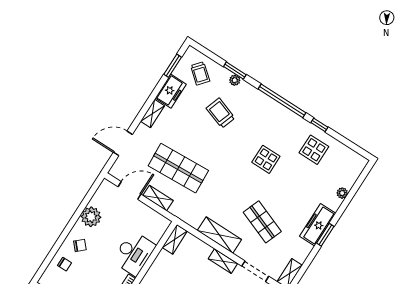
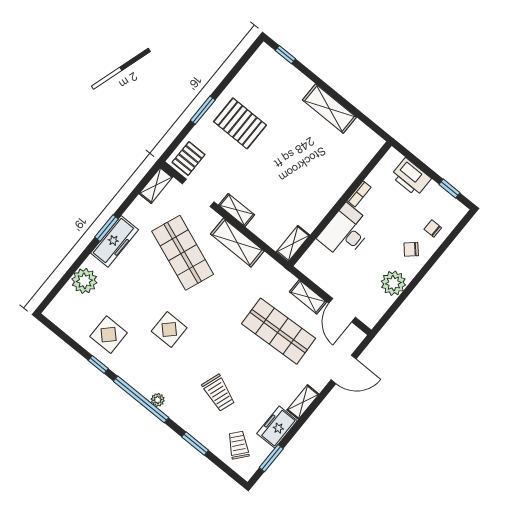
plant: (235, 80) -> (158, 400), moved
door: (129, 191) -> (342, 310), hinge flipped
plant: (342, 193) -> (84, 281), width x1.88, depth x1.88
shop shelf: (262, 222) -> (183, 253), width x1.43, depth x1.36

